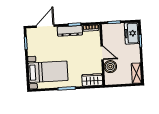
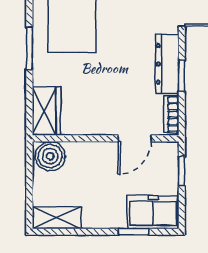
door: (102, 53) -> (135, 138), moved
boiler: (110, 67) -> (50, 156), moved

